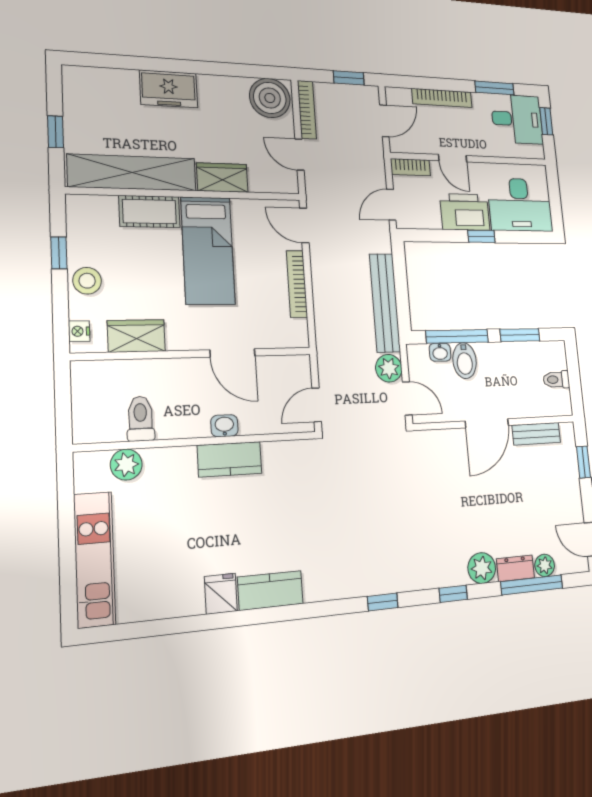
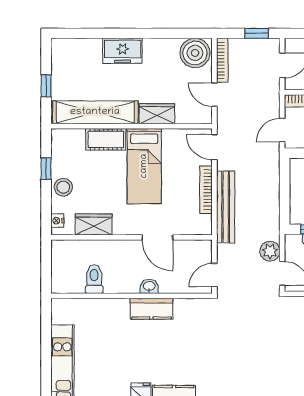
bench: (385, 303) -> (226, 207), moved
plant: (126, 465) -> (84, 308), removed

